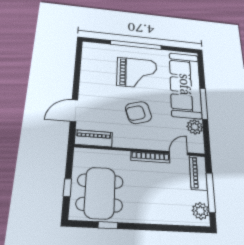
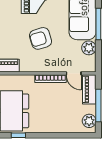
door: (178, 153) -> (74, 73), swing flipped

